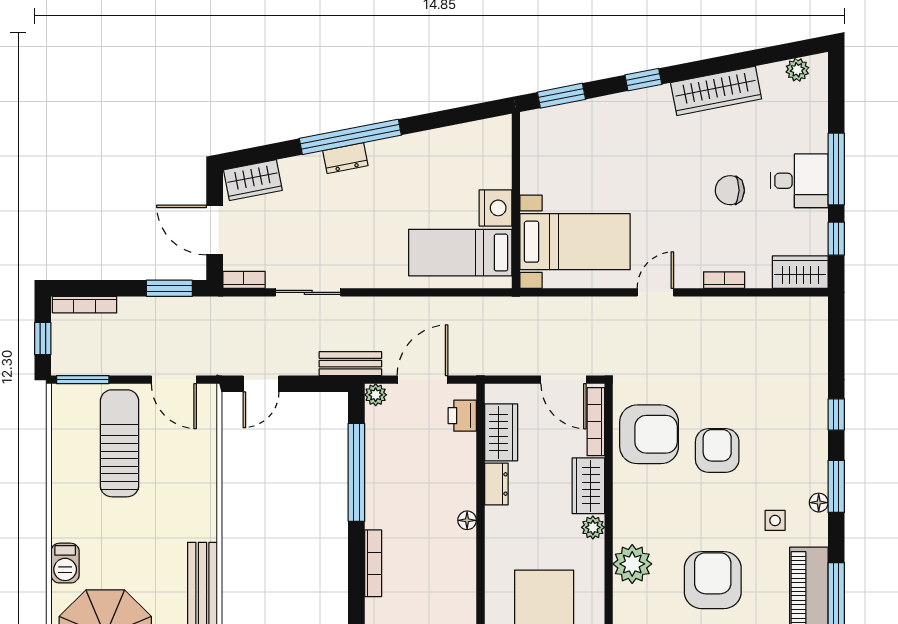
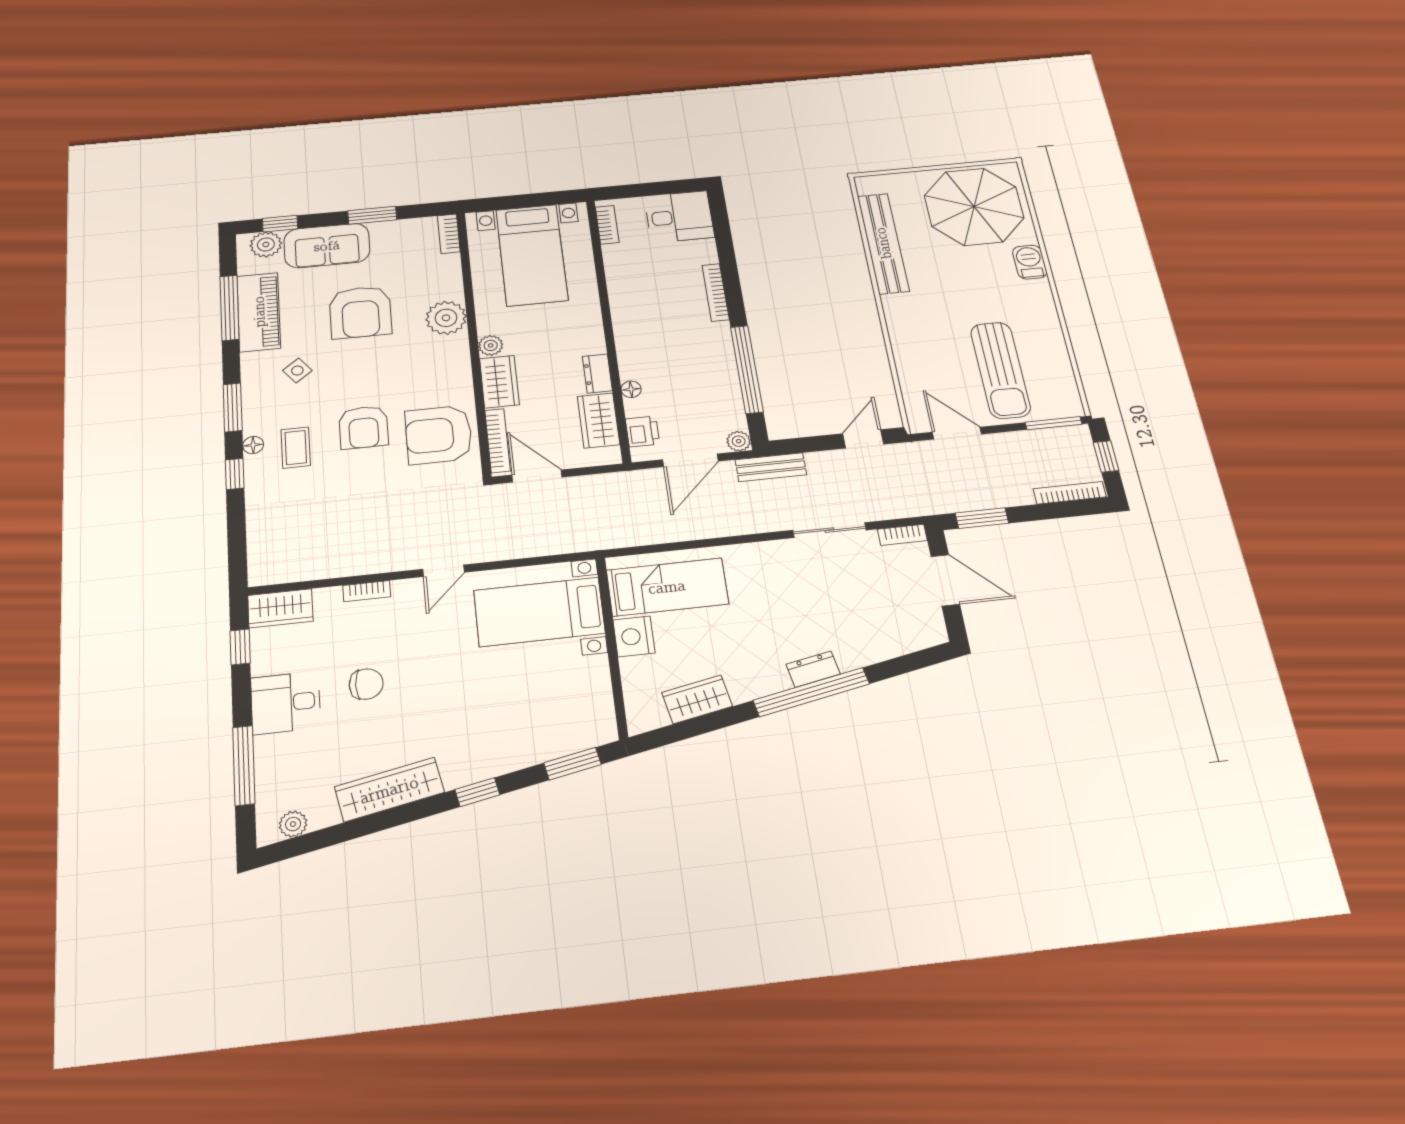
window: (836, 169) -> (244, 765), moved
wardrobe: (253, 180) -> (697, 699), moved
coffee table: (780, 436) -> (296, 448), added
floor lamp: (819, 503) -> (253, 445), moved
floor lamp: (467, 520) -> (631, 389), moved
side table: (775, 520) -> (297, 371), turned -38

